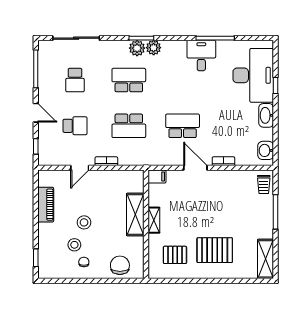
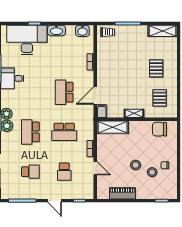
door: (36, 113) -> (55, 201), swing flipped
school desk: (75, 126) -> (64, 172), turned 180
school desk: (129, 126) -> (64, 132), turned 90
door: (195, 168) -> (95, 96), moved
shelving: (135, 214) -> (113, 127), moved
pallet: (215, 250) -> (156, 68), width x0.67, depth x0.71
chair: (120, 265) -> (159, 129), moved

